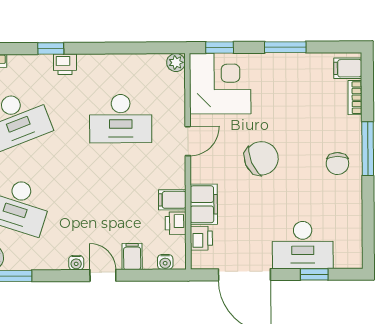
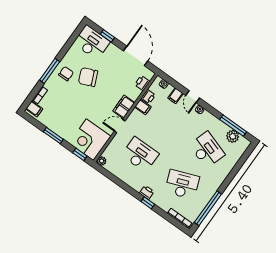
chair: (261, 158) -> (88, 77), moved
filing cabinet: (204, 204) -> (124, 107), moved
desk: (303, 245) -> (92, 42), moved

